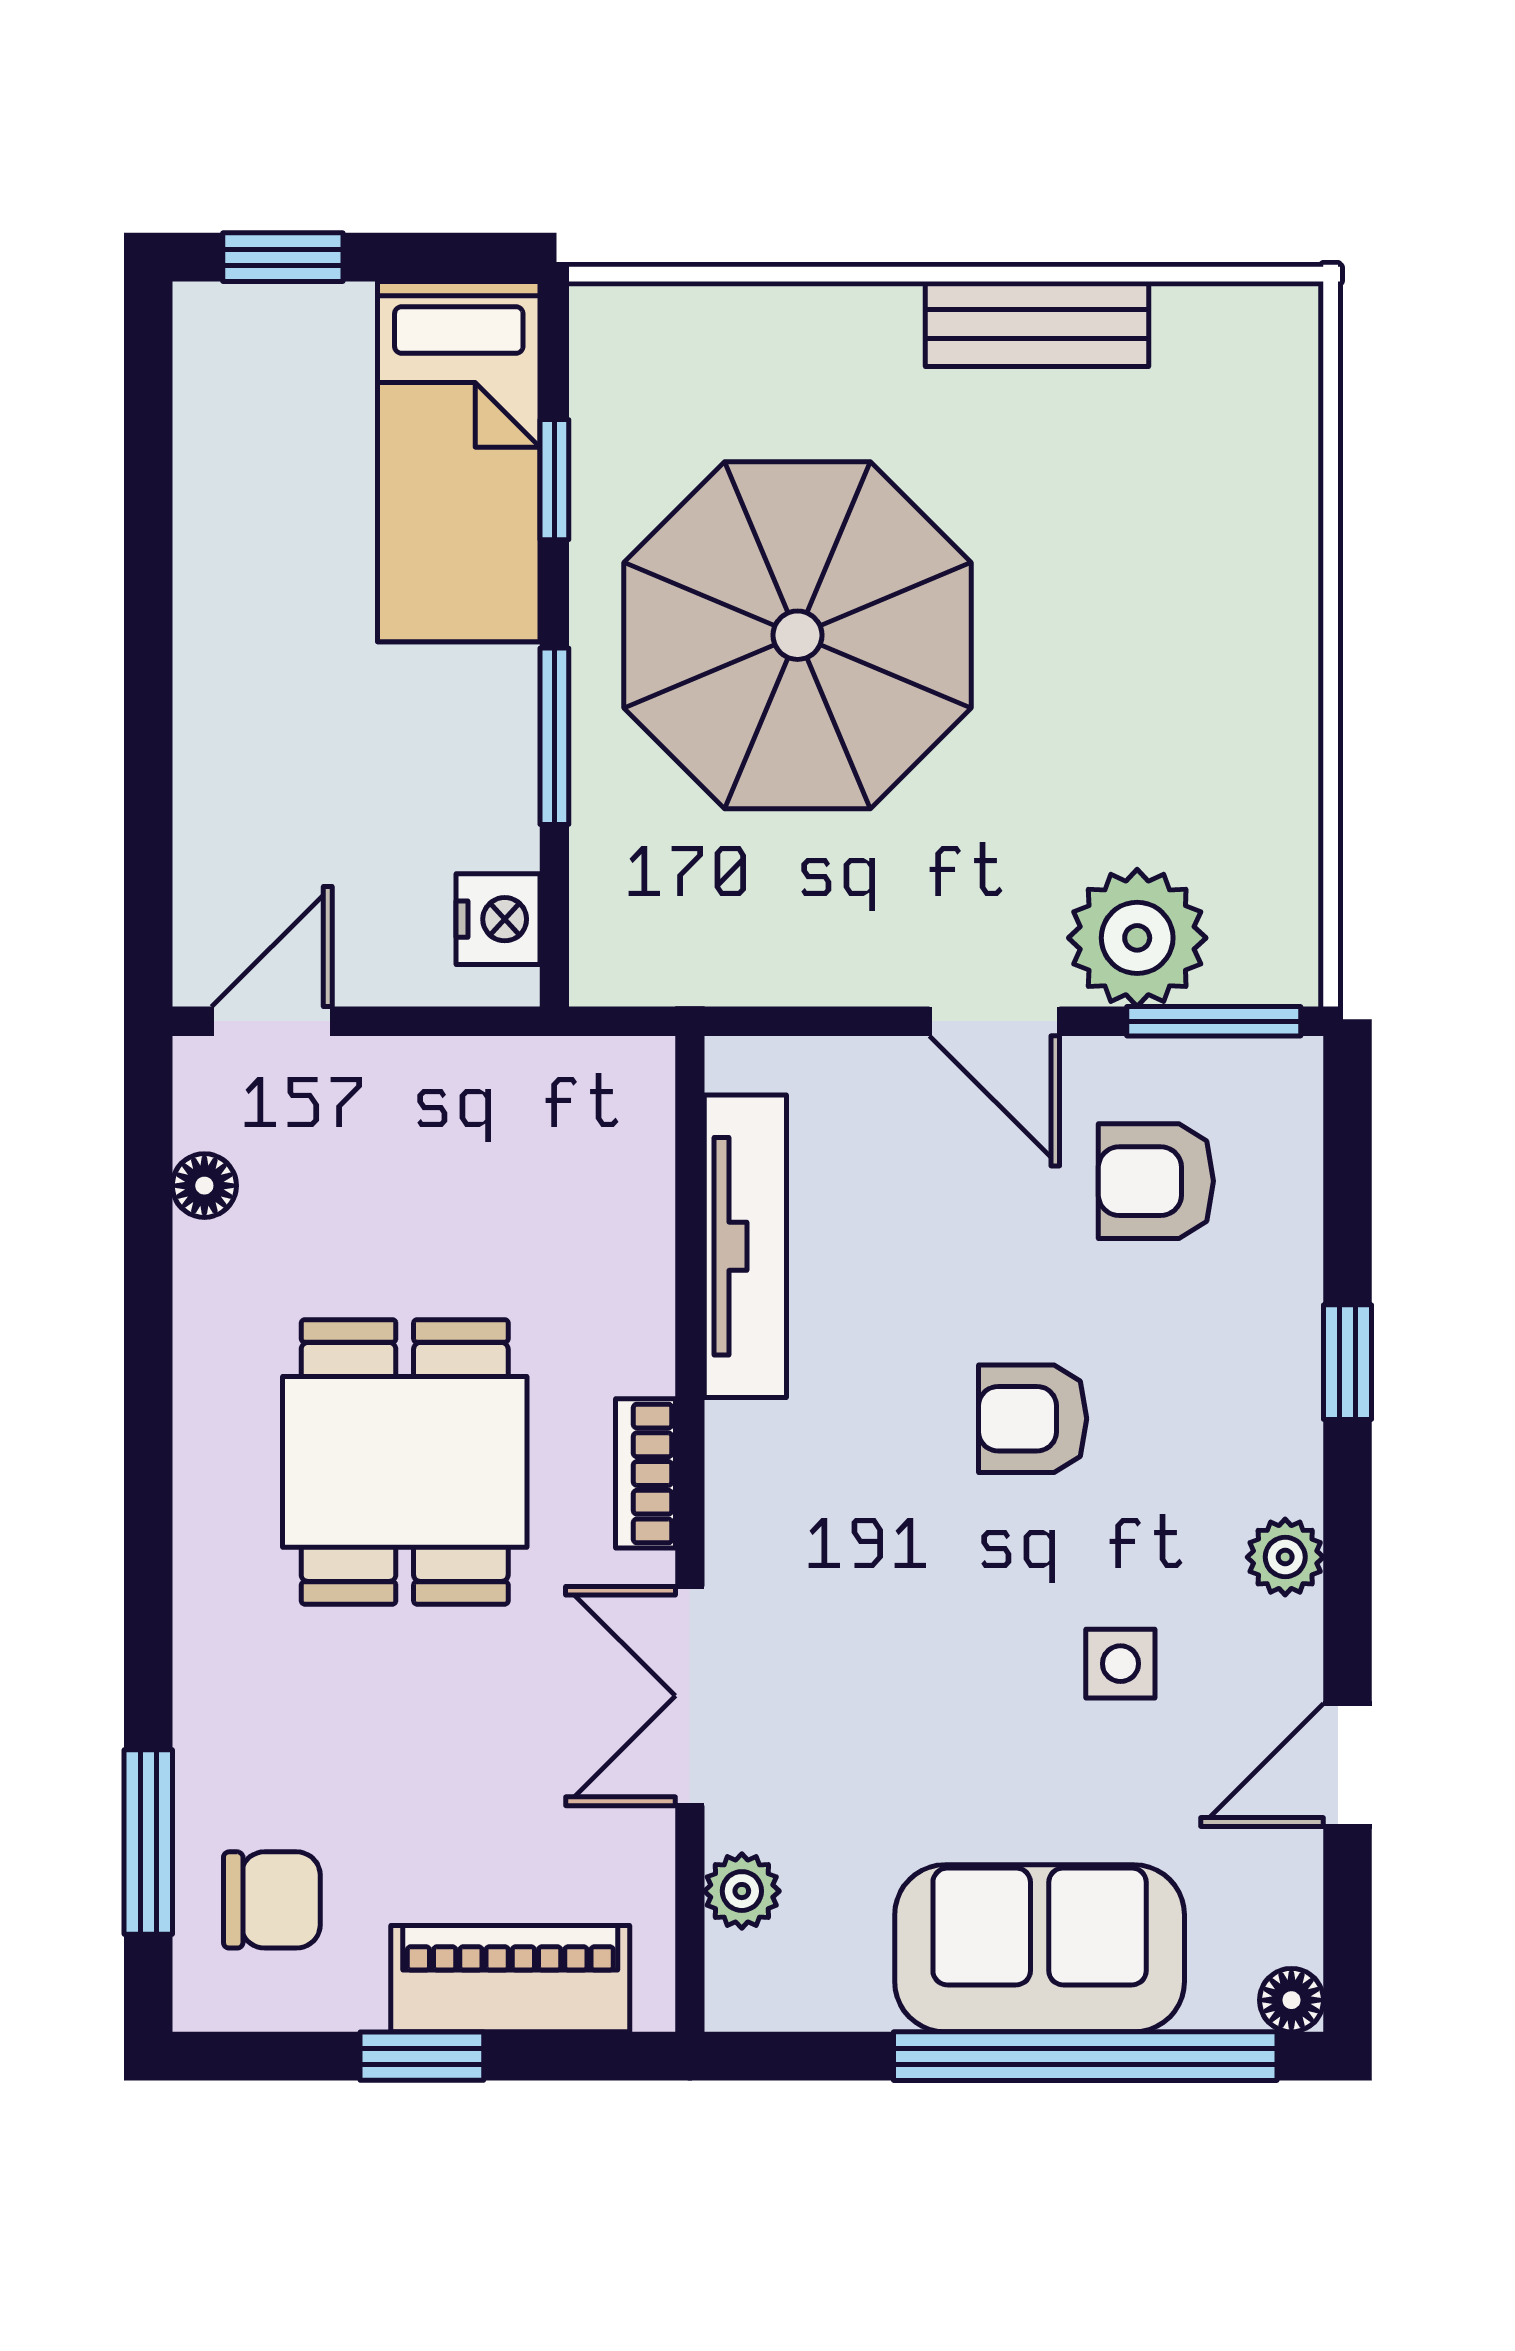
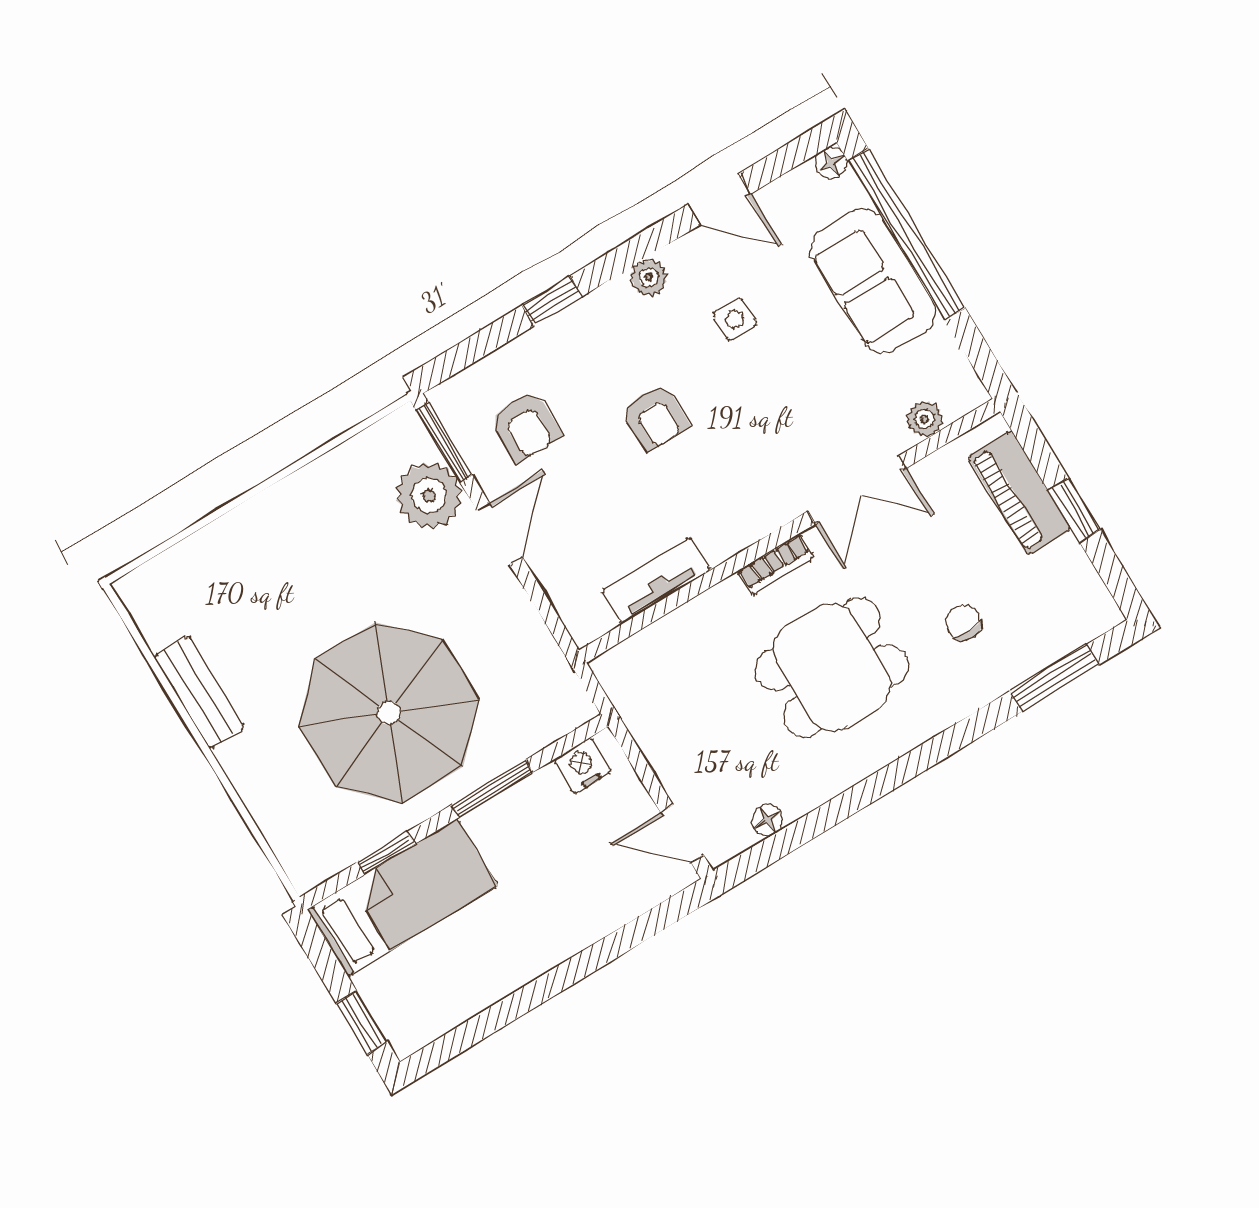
tv unit: (745, 1246) -> (656, 580), width x0.71
chair: (272, 1900) -> (963, 623), moved, width x0.73, depth x0.73

